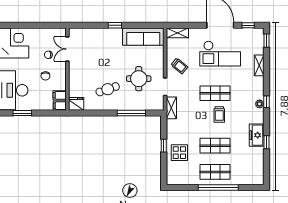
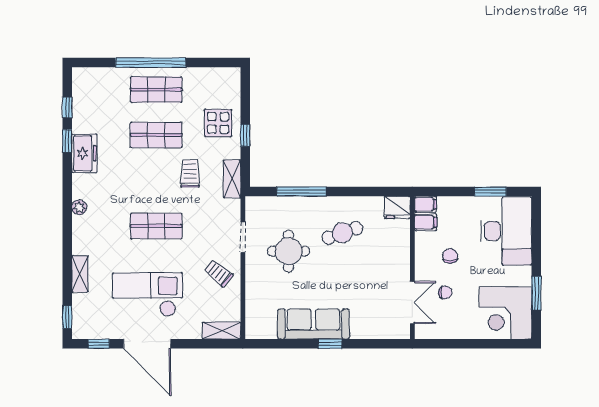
sofa: (143, 37) -> (314, 324), moved
window: (266, 102) -> (67, 107), moved
shelving: (171, 108) -> (232, 179), moved
trolley: (219, 114) -> (190, 174), moved

